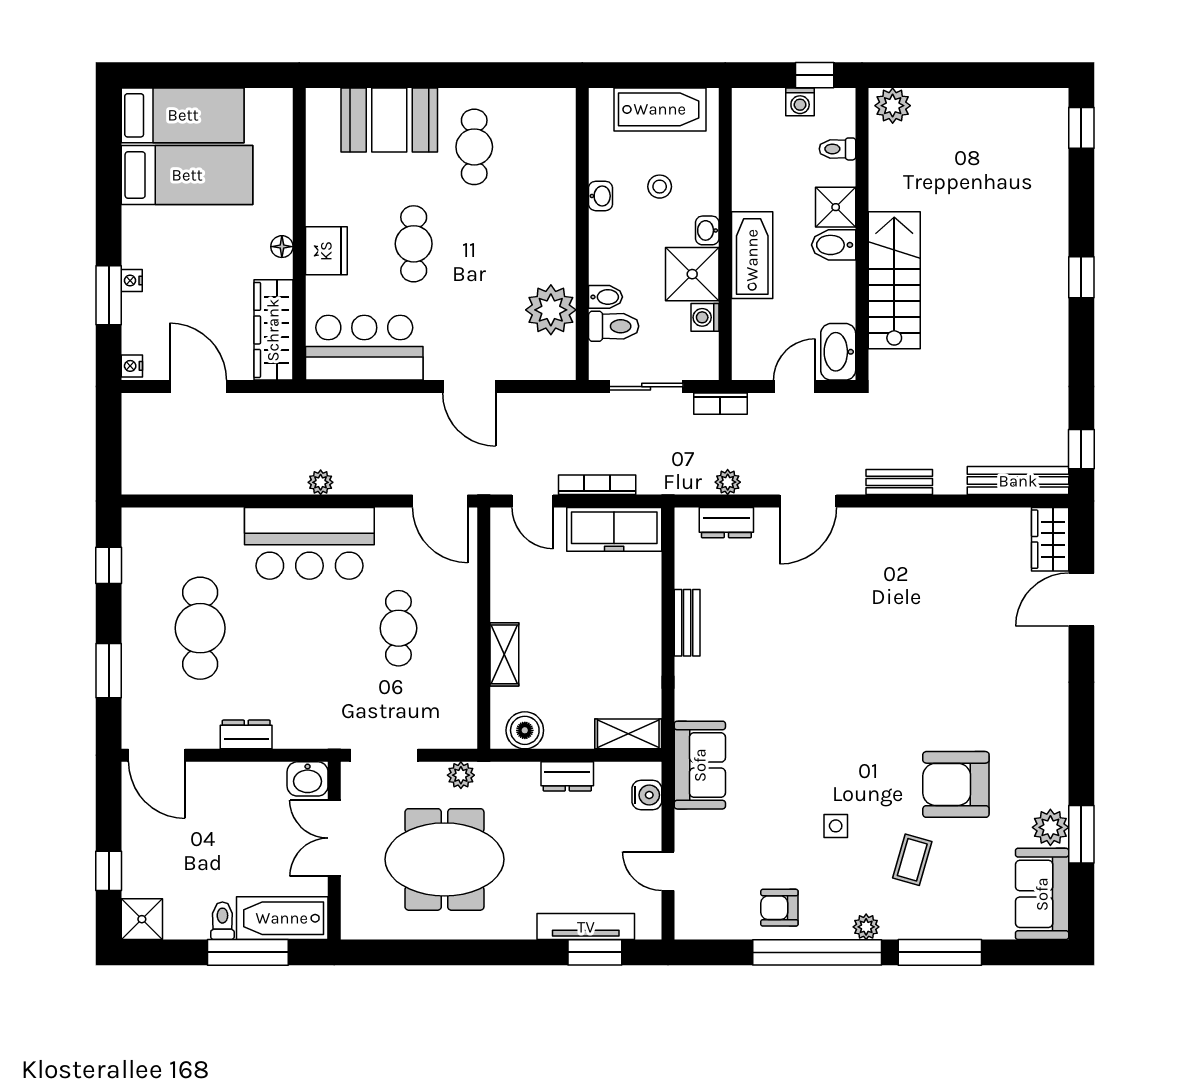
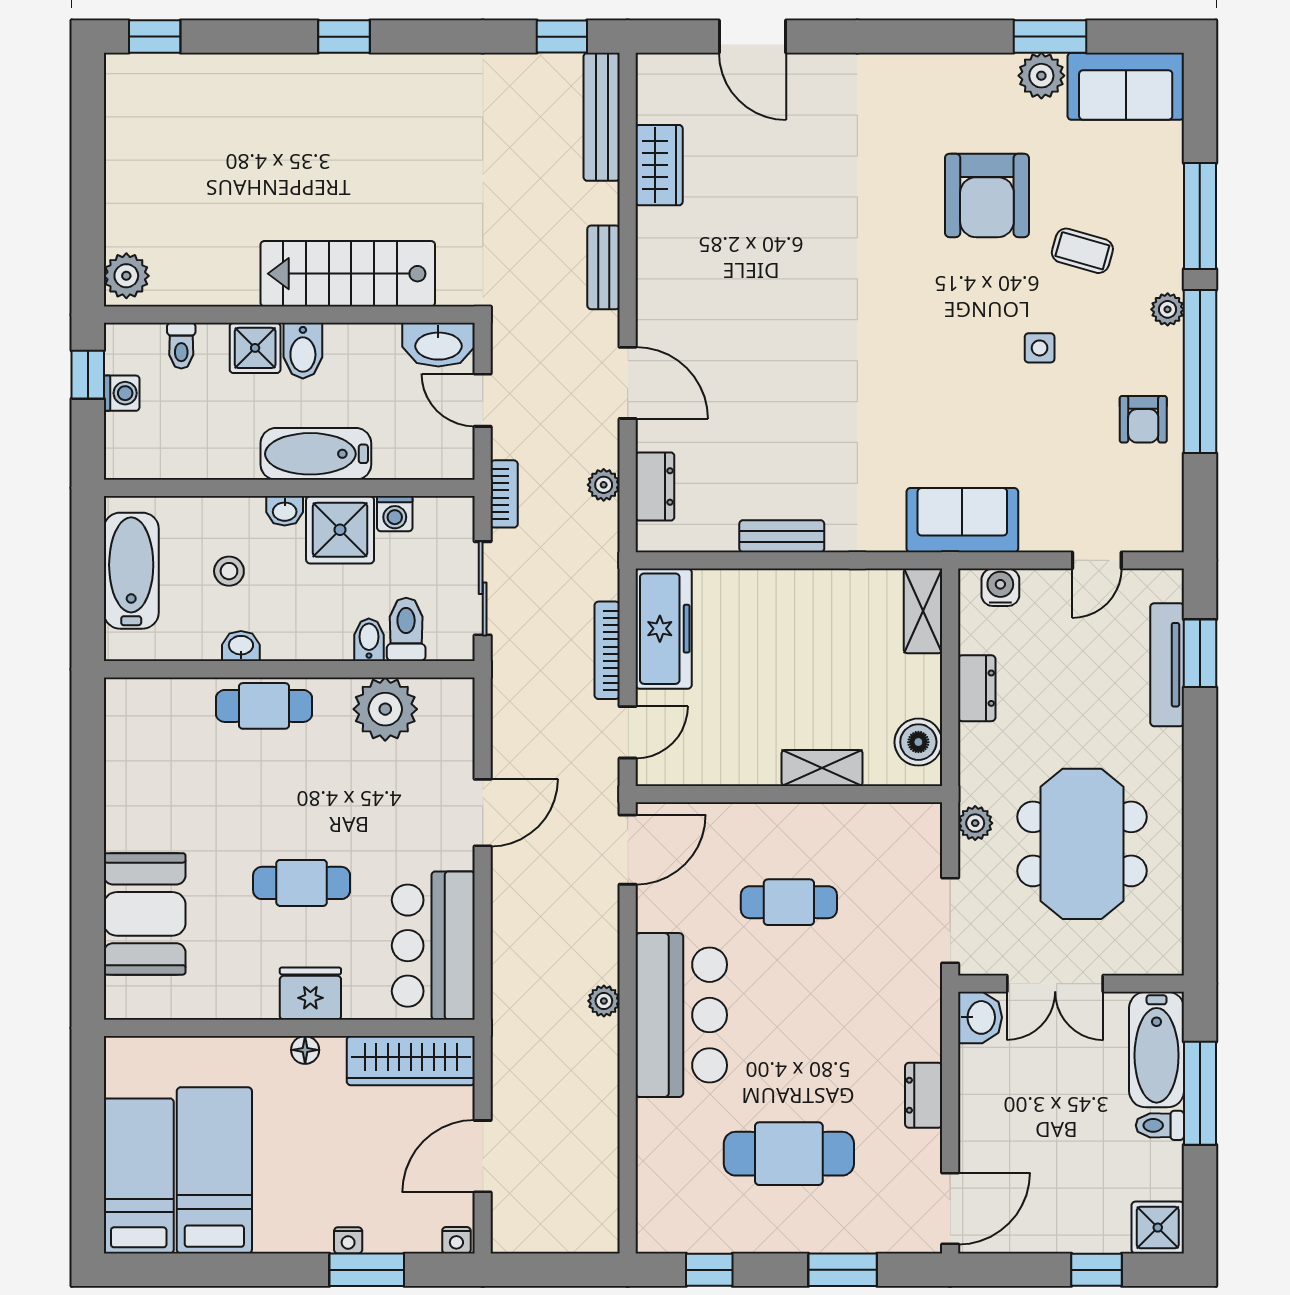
cafe table: (474, 147) -> (264, 706), moved
wardrobe: (1050, 539) -> (659, 165), moved, turned -90

